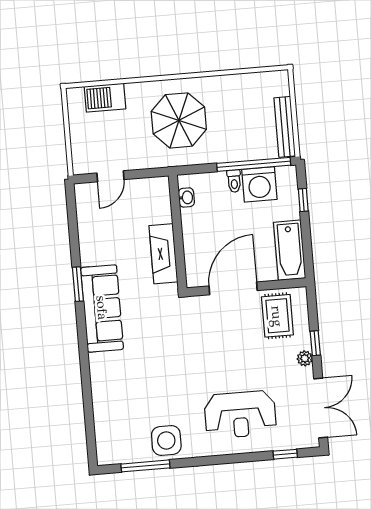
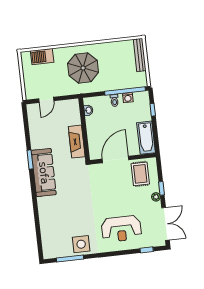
bench: (285, 127) -> (140, 55), moved
washing machine: (259, 184) -> (128, 98), width x0.53, depth x0.53

